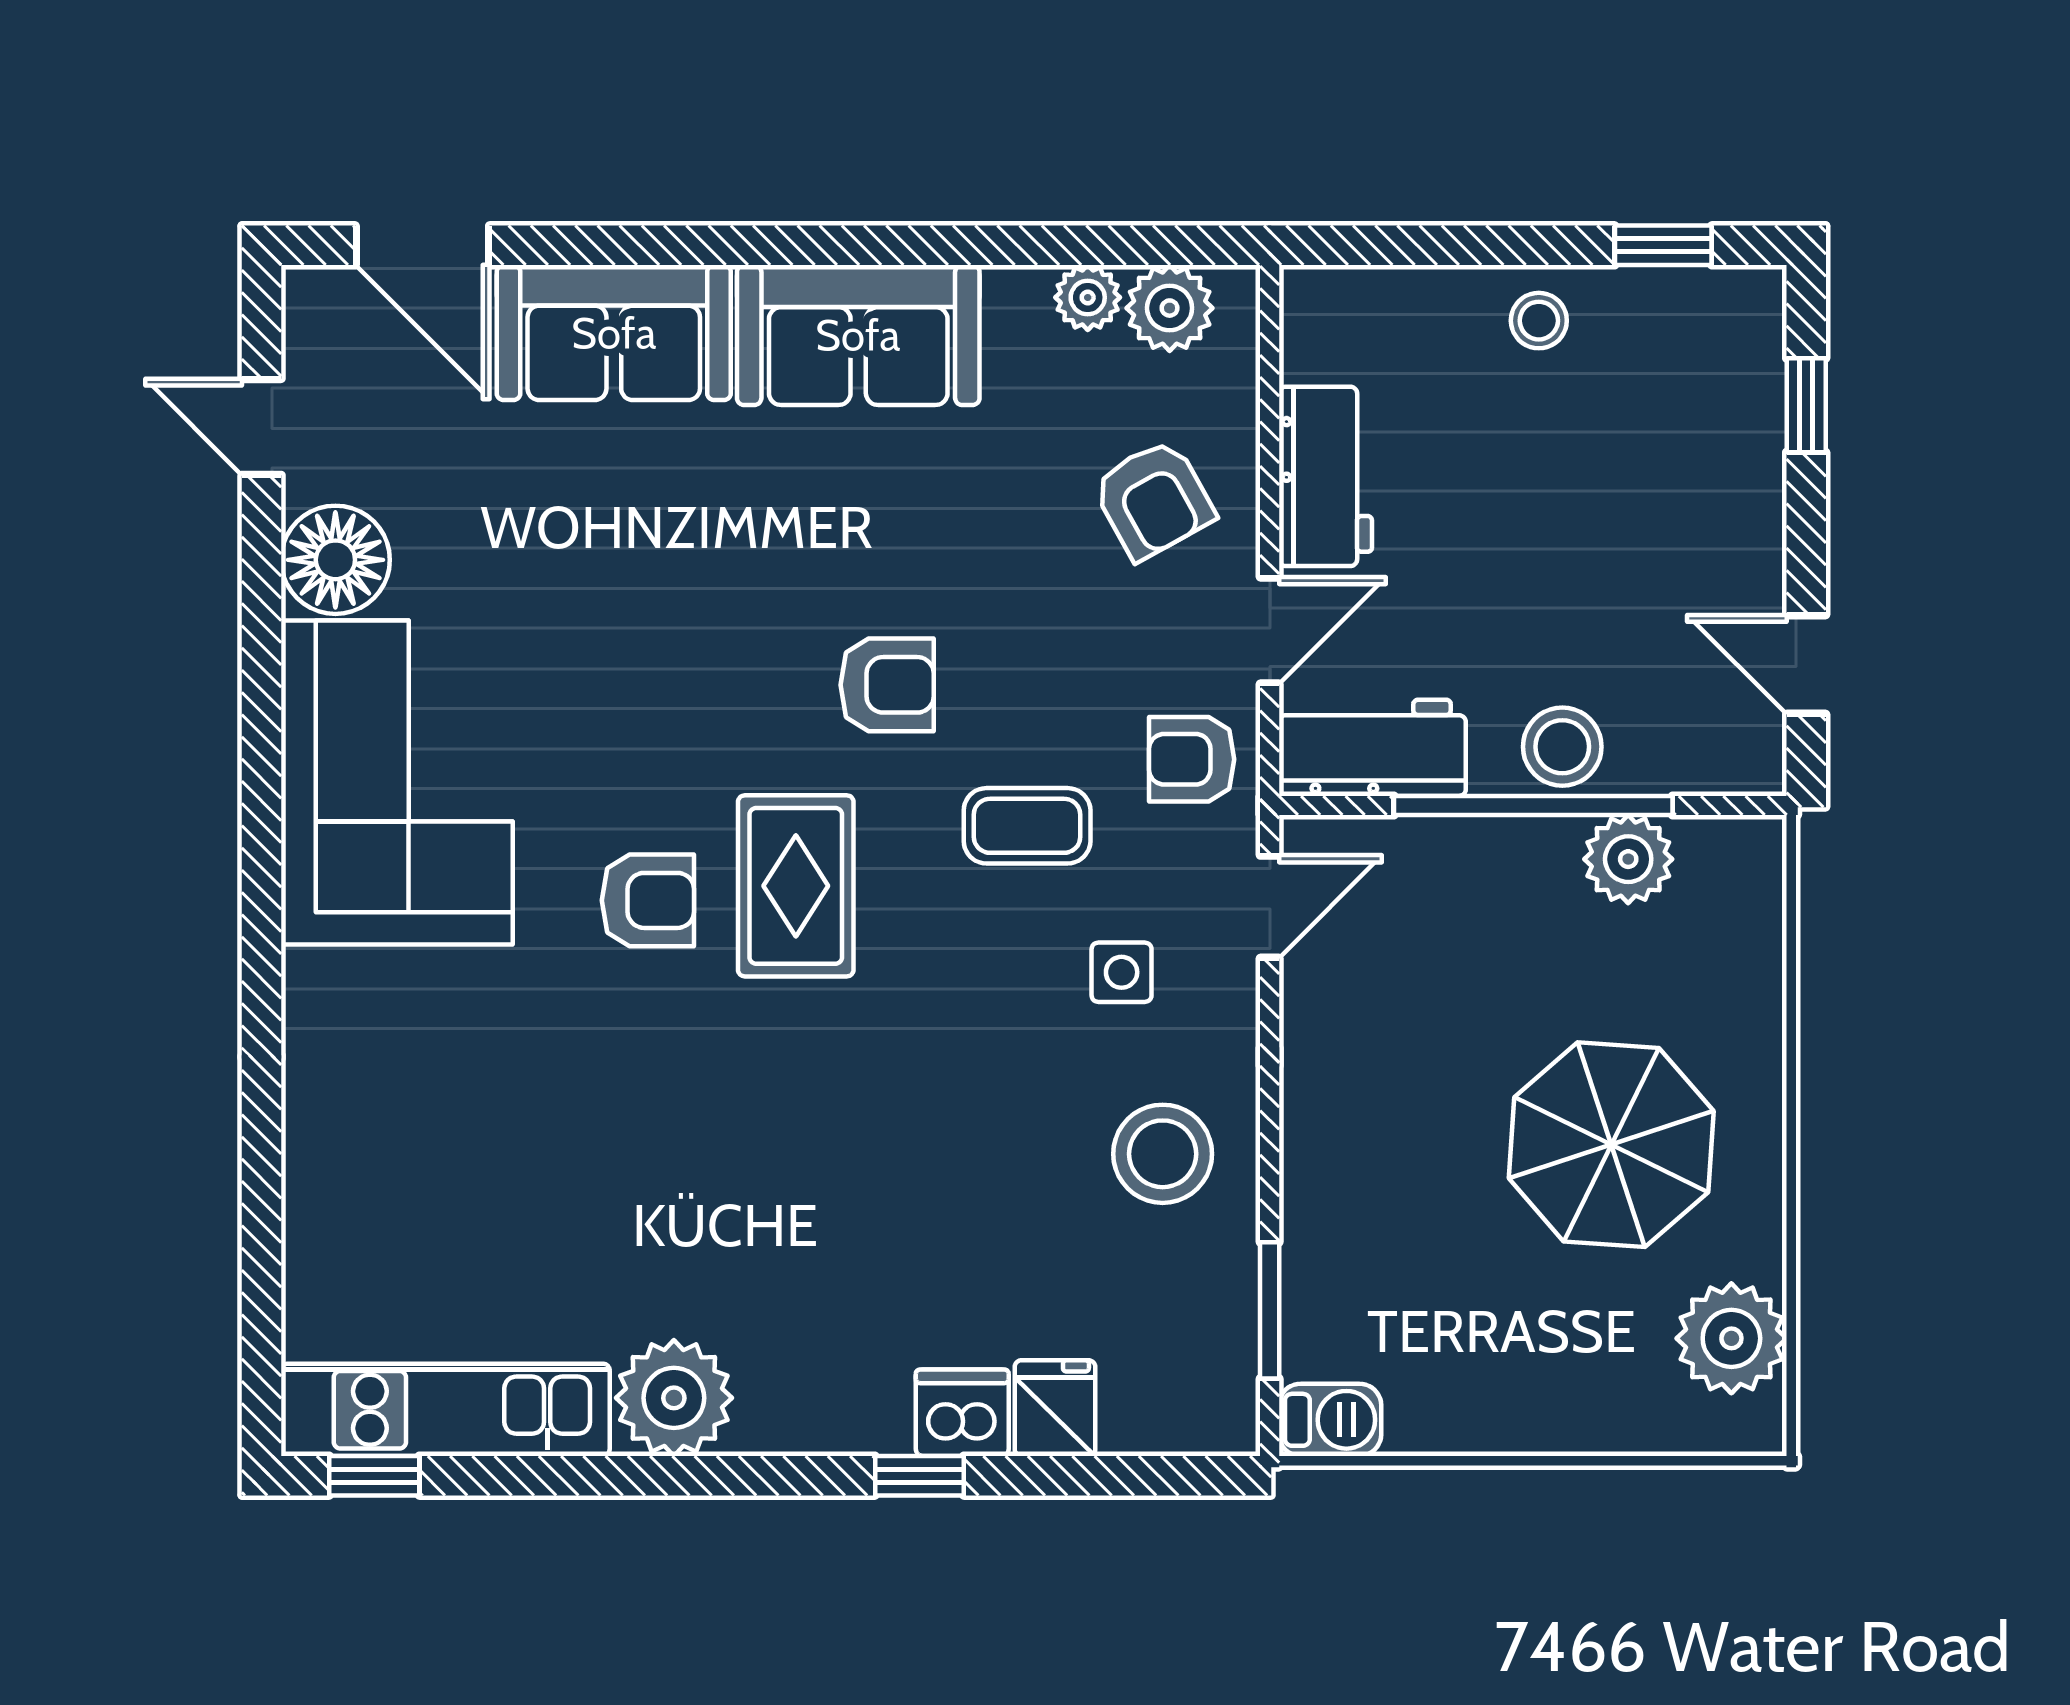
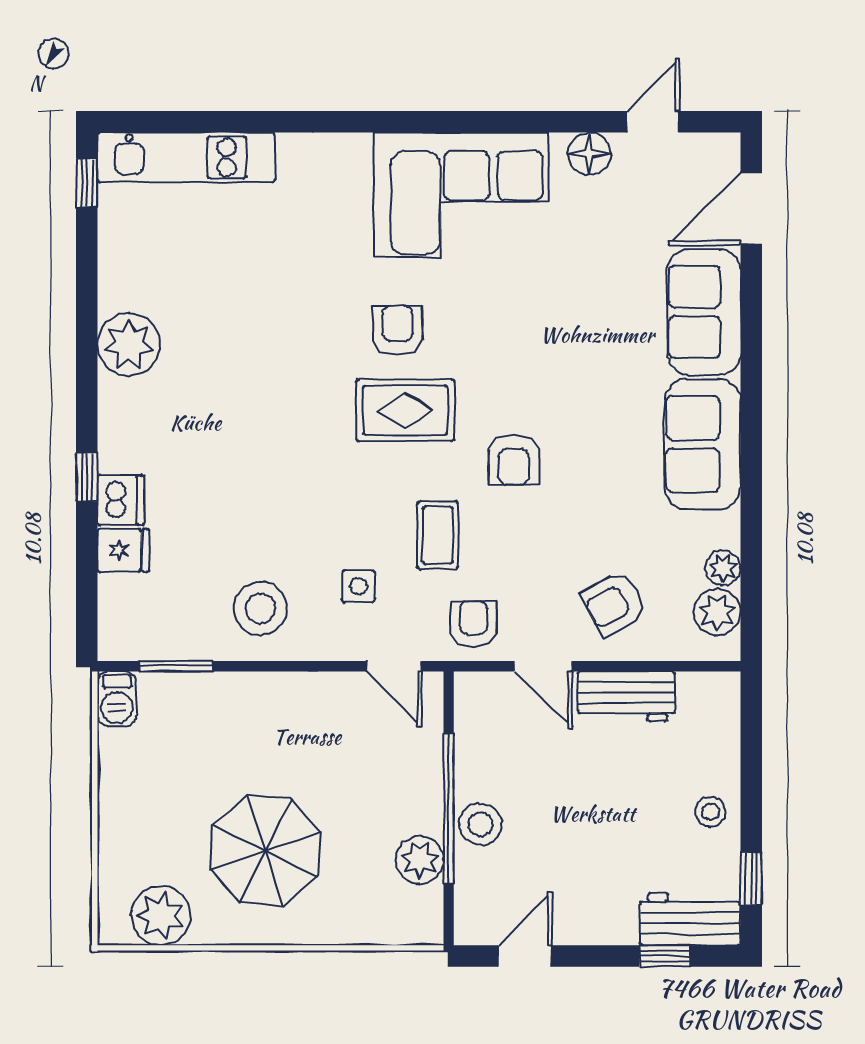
floor lamp: (335, 560) -> (589, 154), width x0.73, depth x0.73
workbench: (1372, 748) -> (690, 919), moved, turned -90
armchair: (648, 900) -> (397, 330), turned 180
kitchen unit: (445, 1410) -> (186, 157), moved, turned 90

